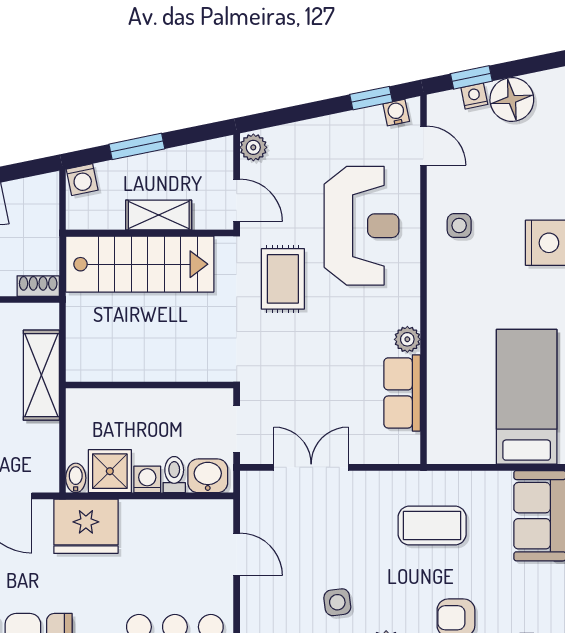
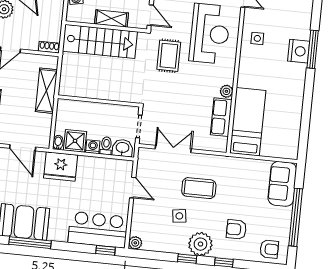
bed: (527, 397) -> (248, 122), moved
coffee table: (432, 526) -> (199, 188), moved

